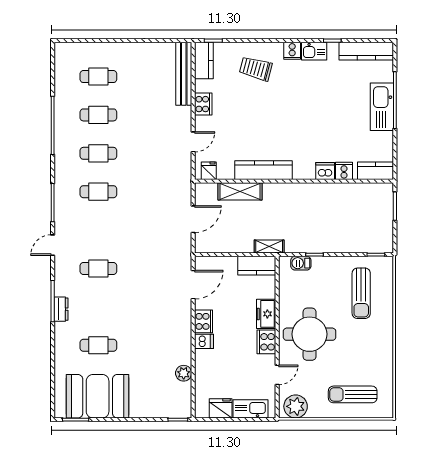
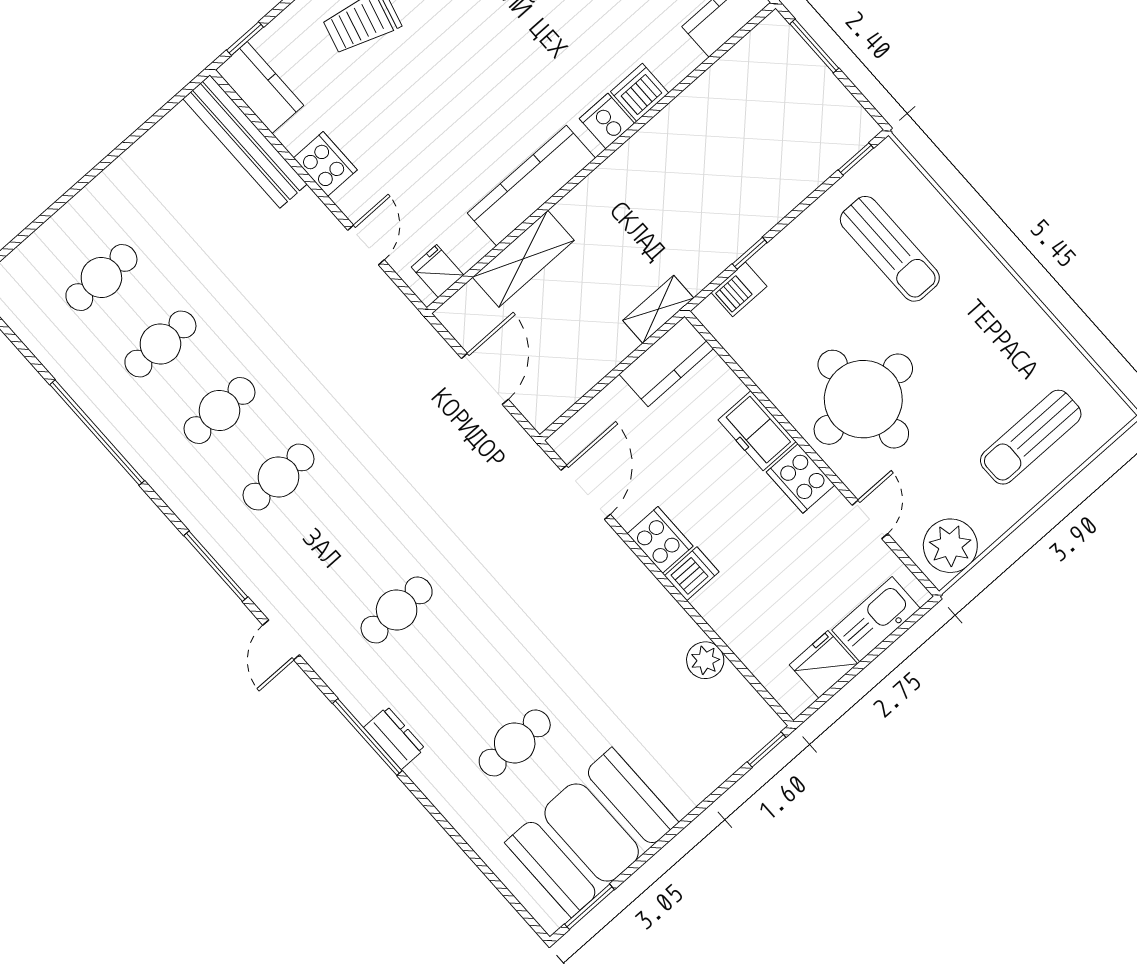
cooker: (344, 171) -> (607, 121), moved

